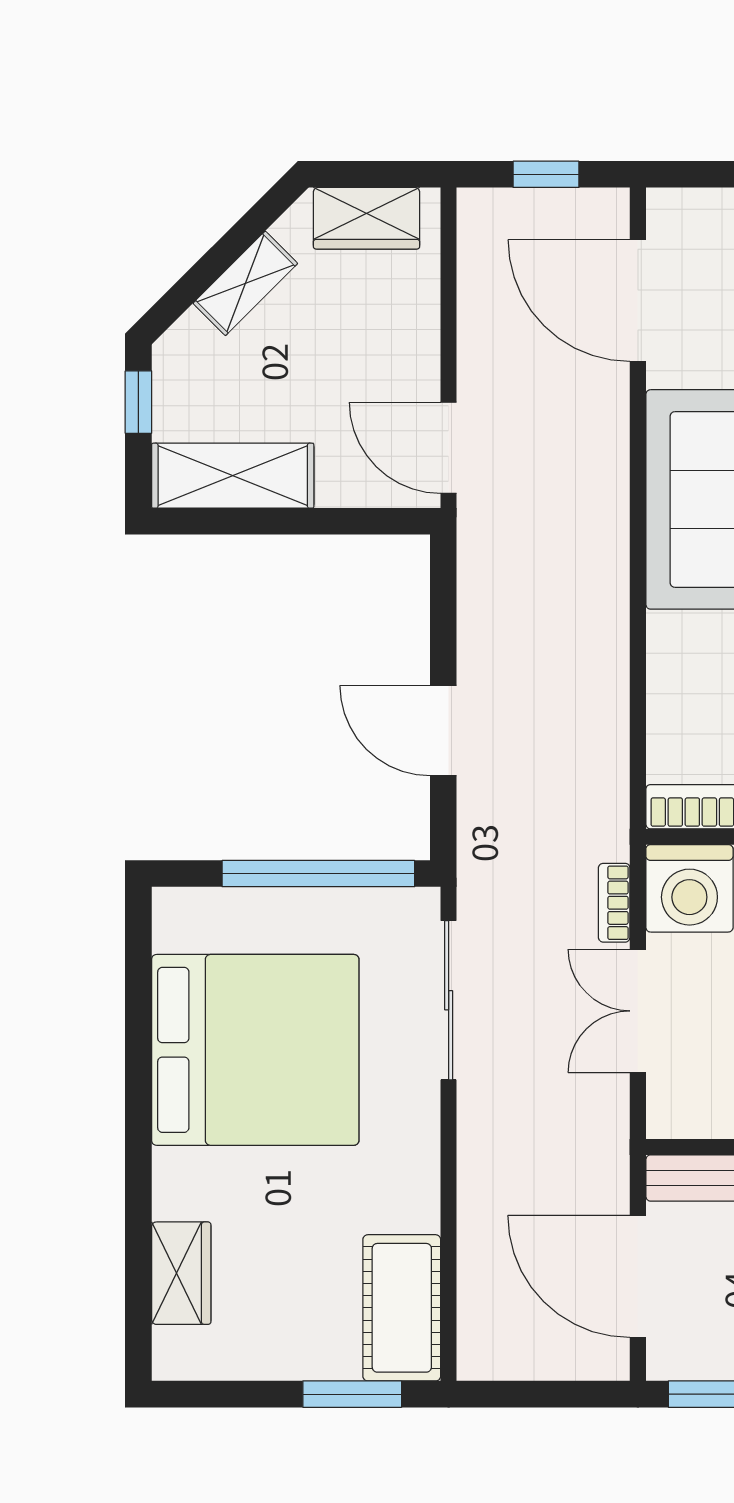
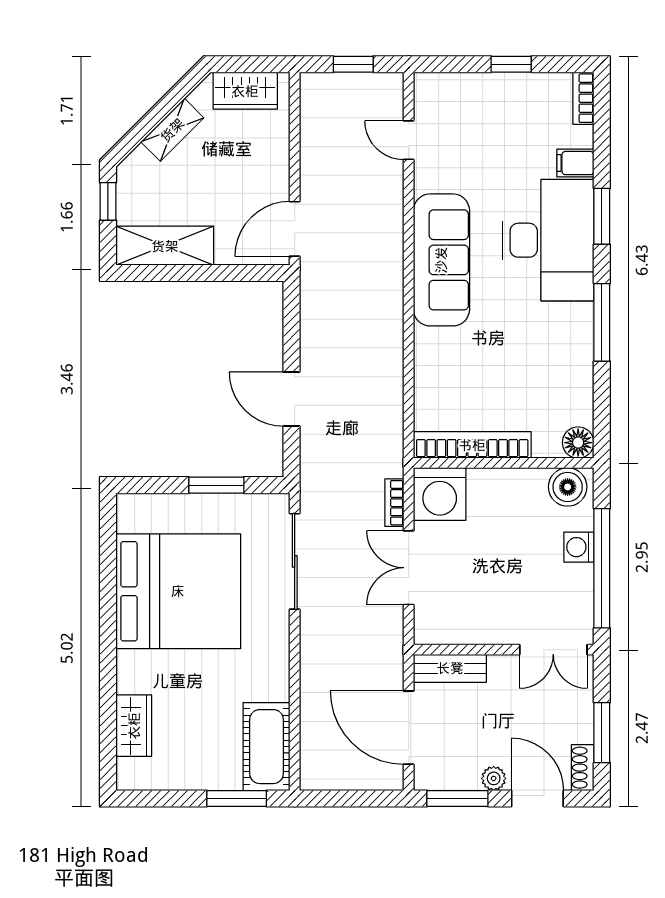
door: (638, 300) -> (409, 140), width x0.53
door: (449, 448) -> (295, 229), hinge flipped
window: (318, 874) -> (216, 485), width x0.47

